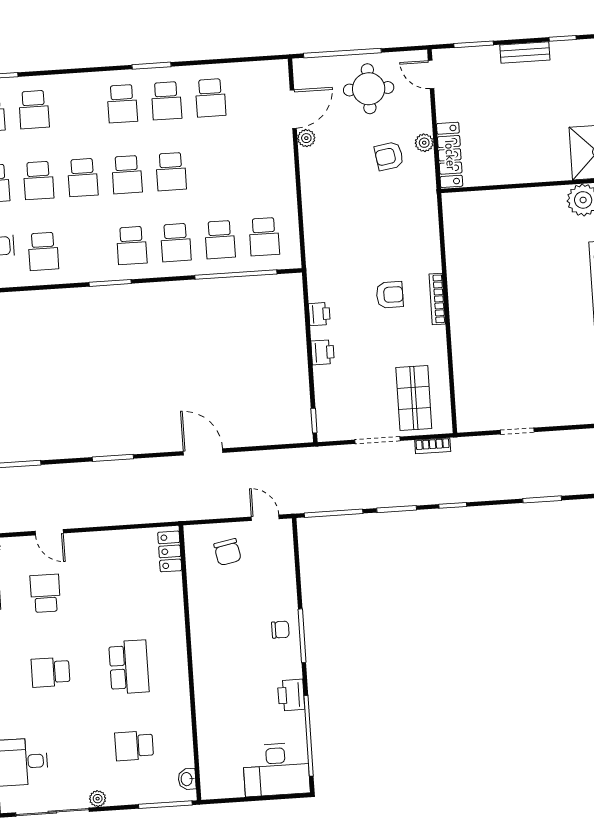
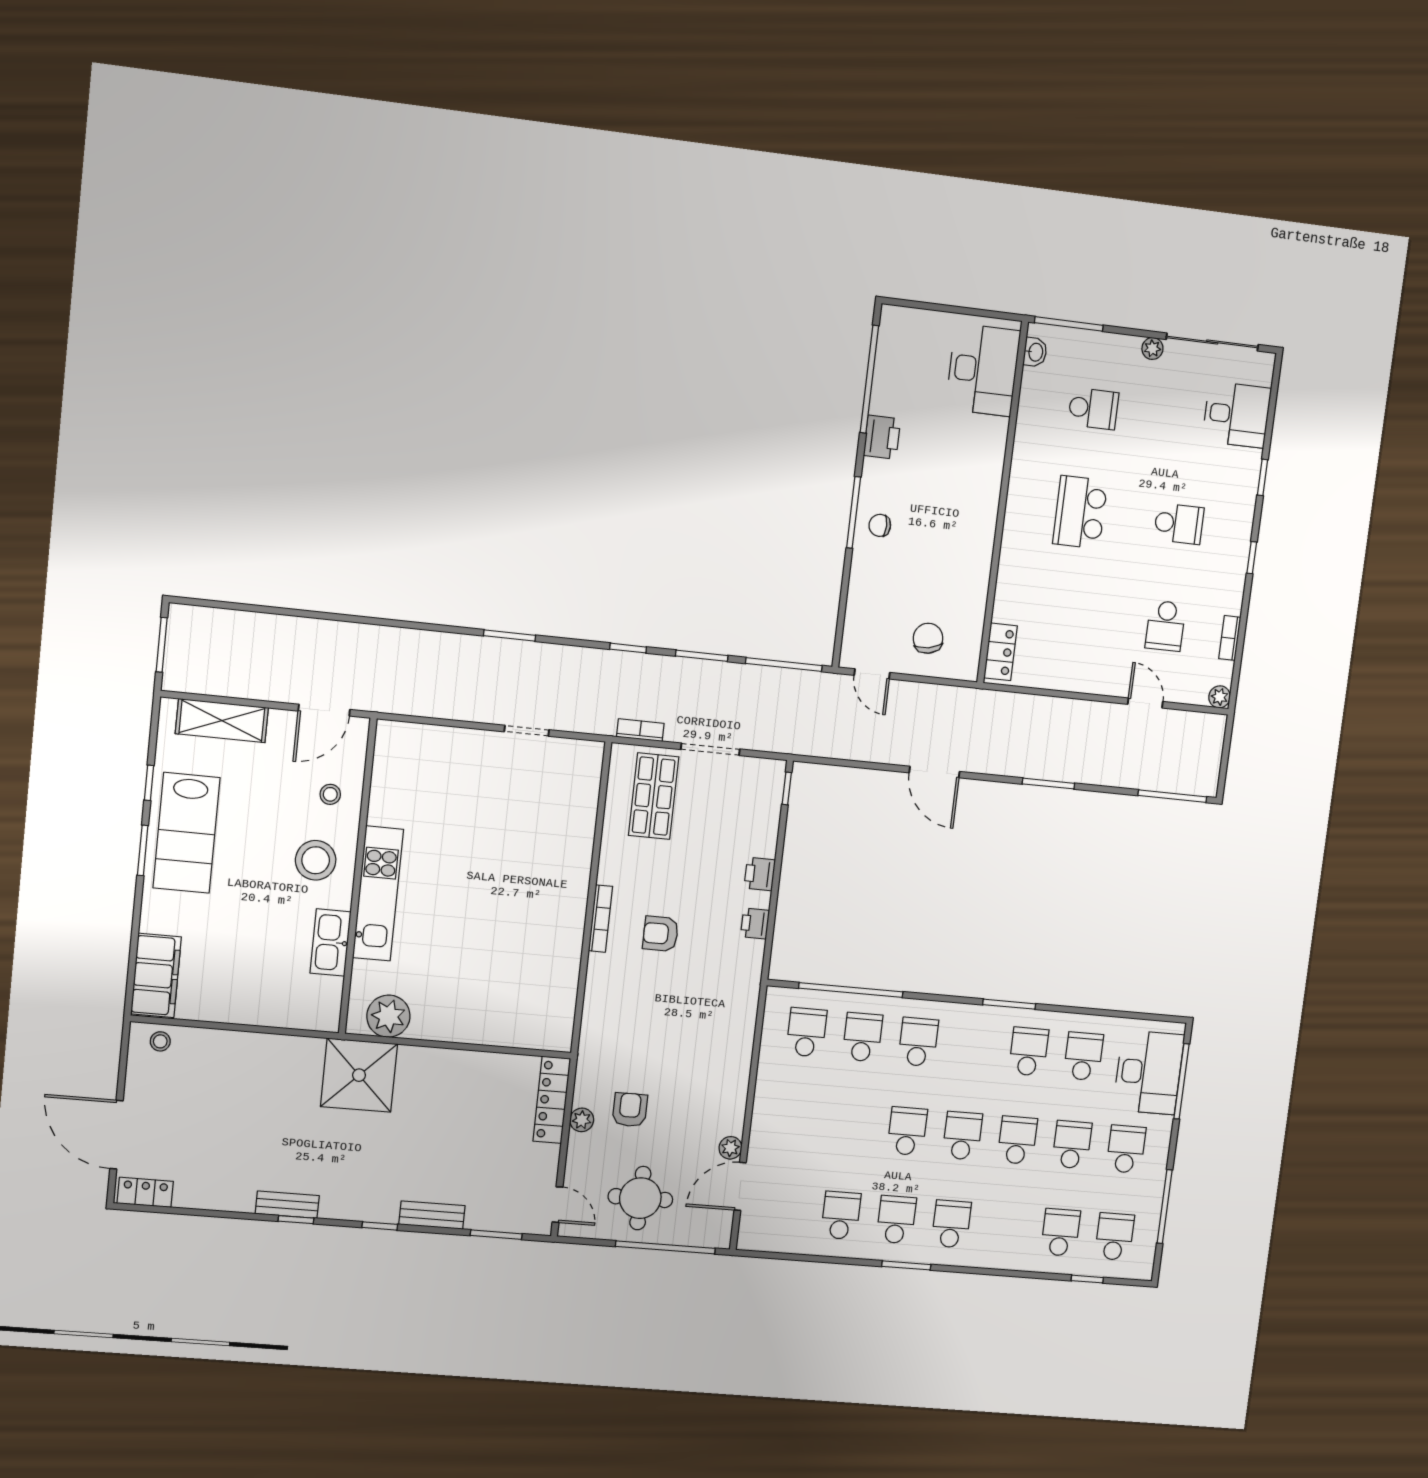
armchair: (389, 156) -> (630, 1110), turned -81
school desk: (132, 245) -> (1029, 1052), moved
desk: (276, 770) -> (983, 370), moved, turned 90

